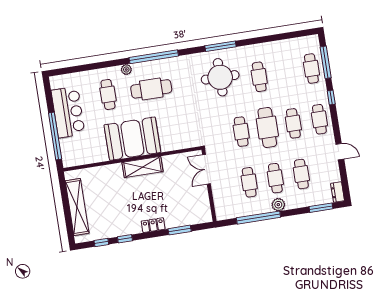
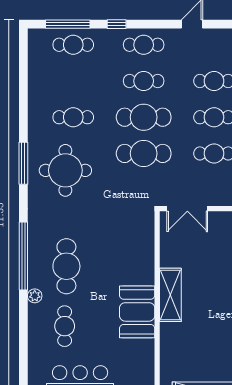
cafe table: (108, 94) -> (65, 326), turned 90
cafe table: (241, 132) -> (144, 153), width x1.37, depth x1.35
booth: (132, 139) -> (137, 312), width x0.73, depth x0.70

